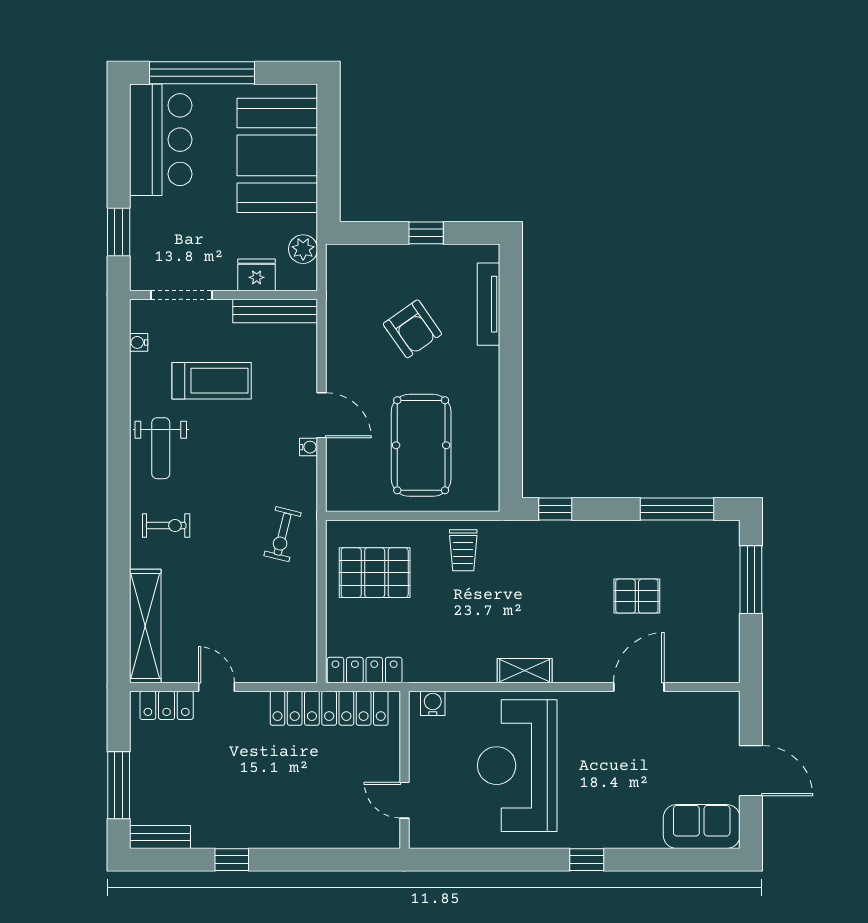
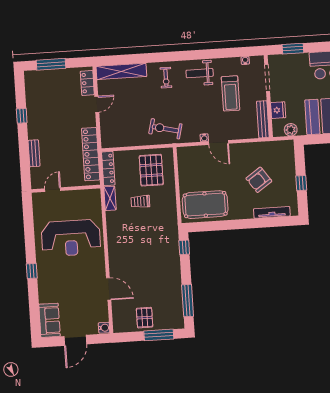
door: (322, 415) -> (219, 143), hinge flipped
pool table: (421, 445) -> (205, 205), moved
exercise bike: (282, 534) -> (165, 129), width x1.38, depth x1.39
trolley: (463, 550) -> (140, 202), moved
pallet: (637, 596) -> (145, 318), moved
shelving: (525, 671) -> (110, 198), moved
water cooler: (433, 703) -> (104, 328), moved
reception desk: (517, 766) -> (71, 238), turned 180
bench: (160, 837) -> (34, 153), moved

